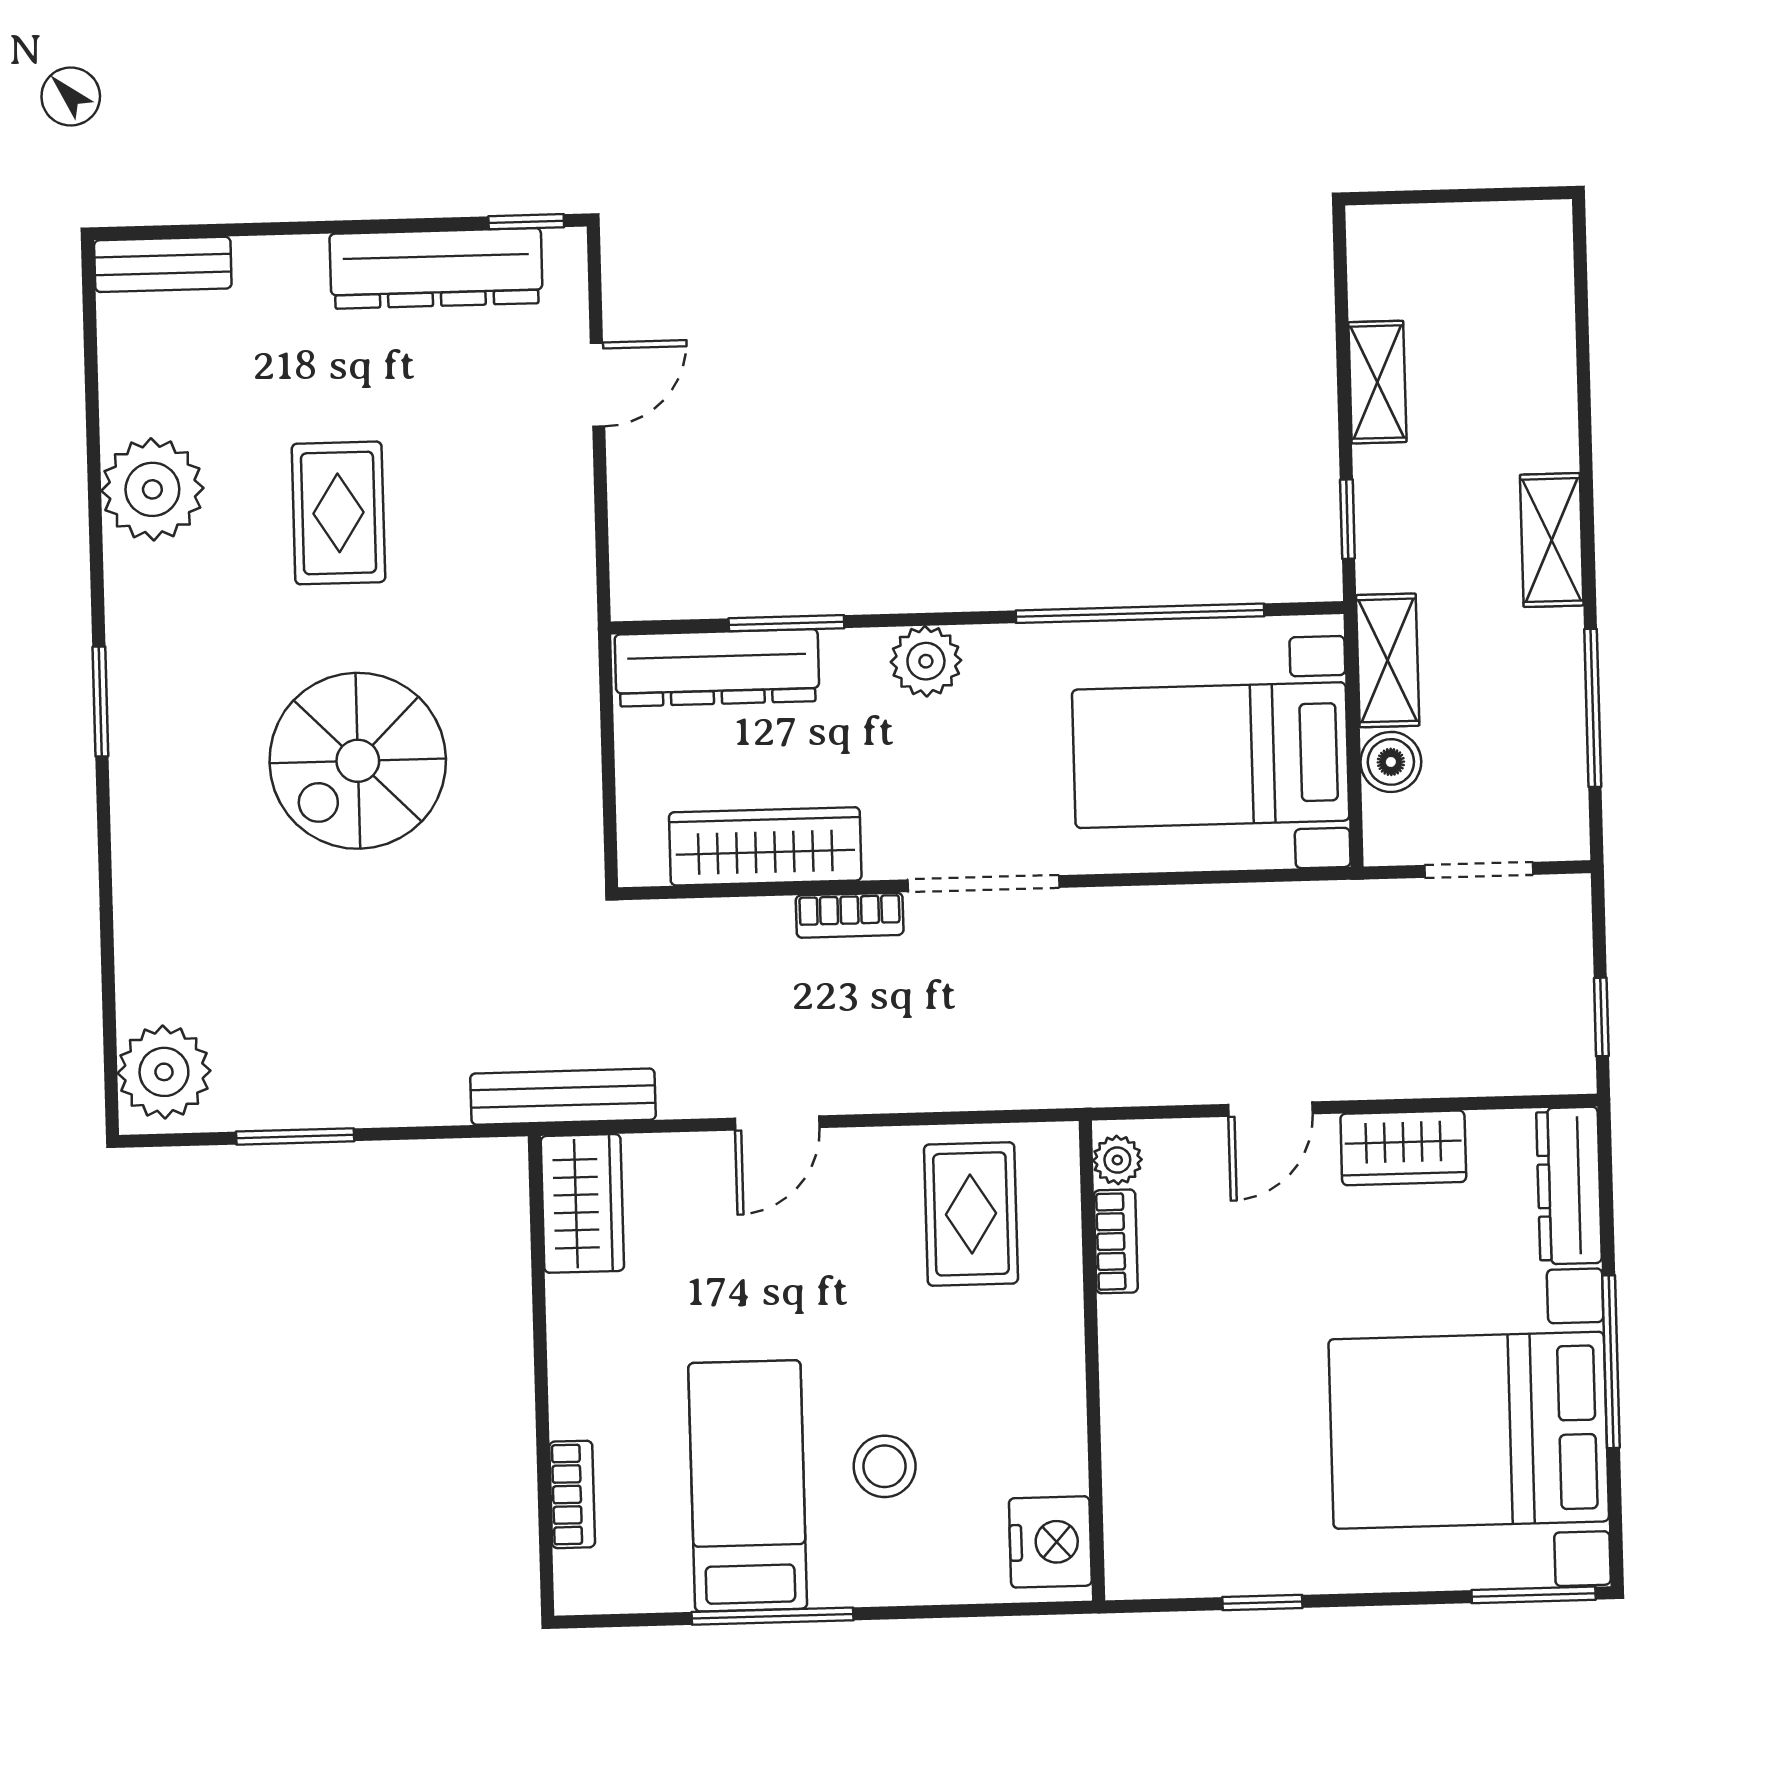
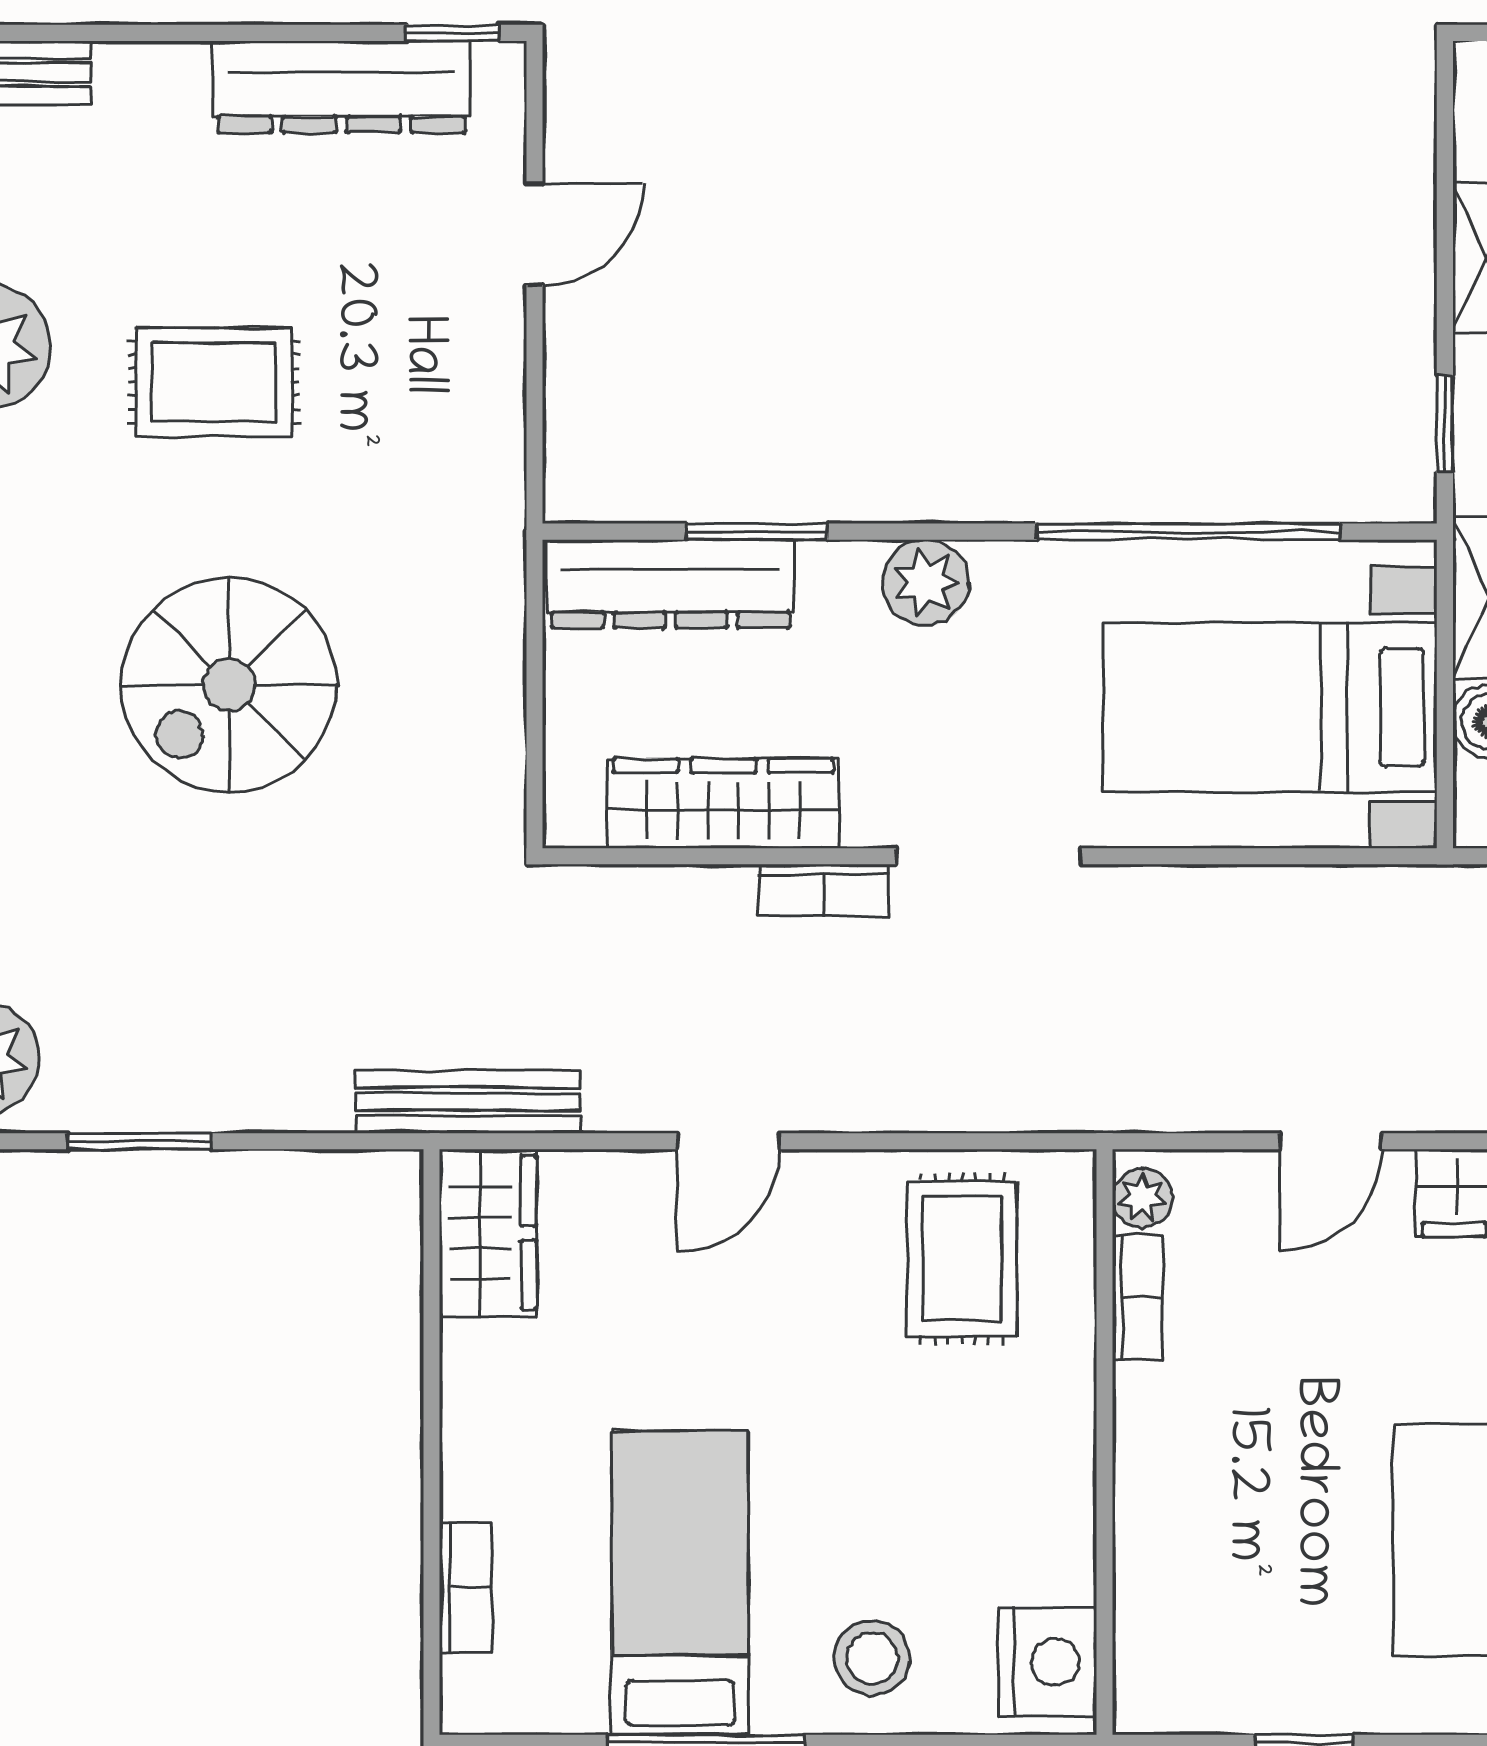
rug: (338, 513) -> (214, 382), turned 90
stool: (885, 1466) -> (872, 1658), moved

